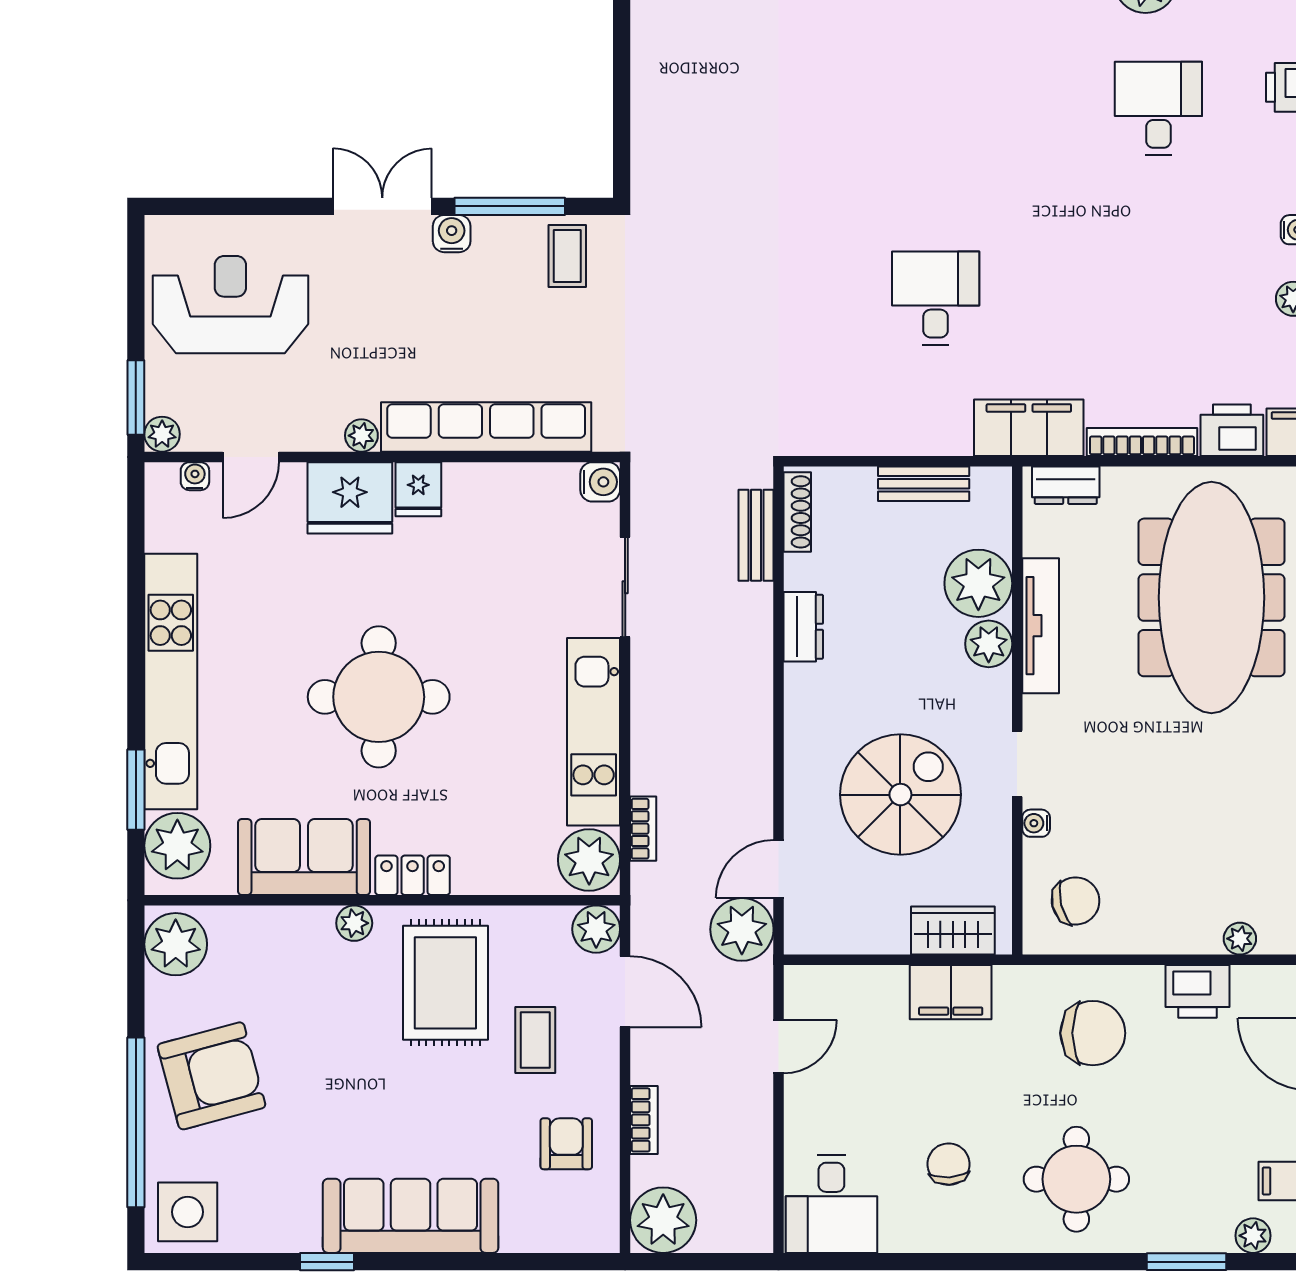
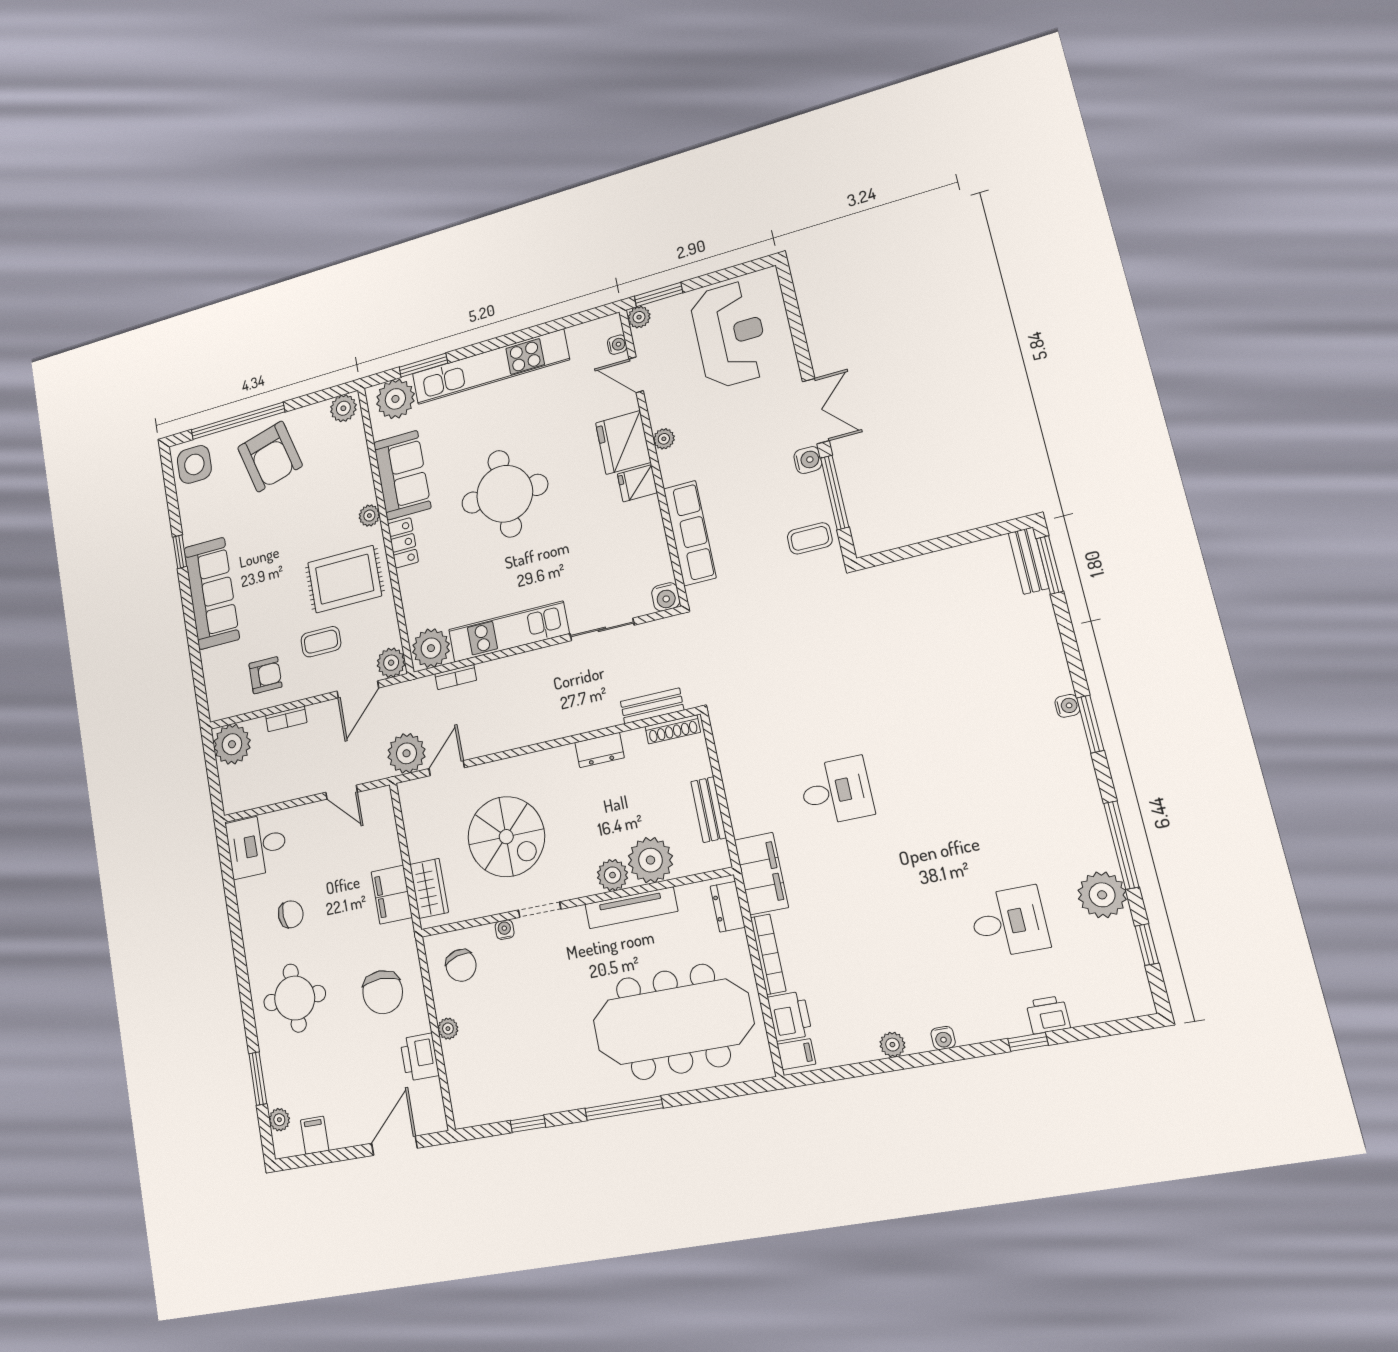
row of seats: (486, 427) -> (690, 533), width x0.73
door: (779, 869) -> (447, 768), hinge flipped
plant: (1240, 939) -> (448, 1029), moved
plant: (176, 944) -> (343, 408), width x0.73, depth x0.73

